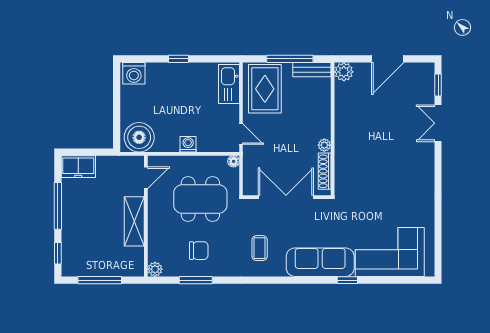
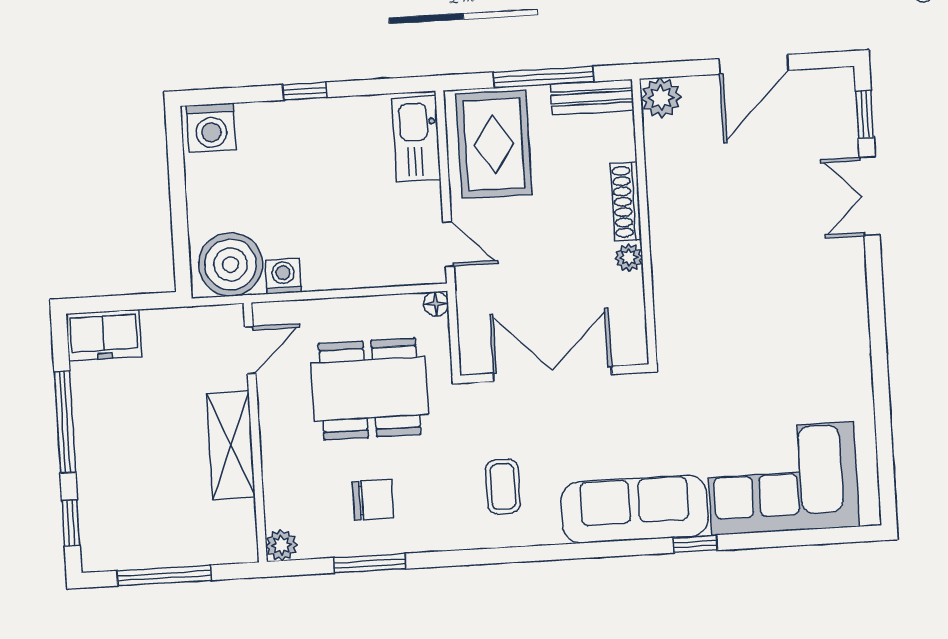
washing machine: (188, 144) -> (283, 276), moved
shoe rack: (325, 171) -> (626, 202), moved

